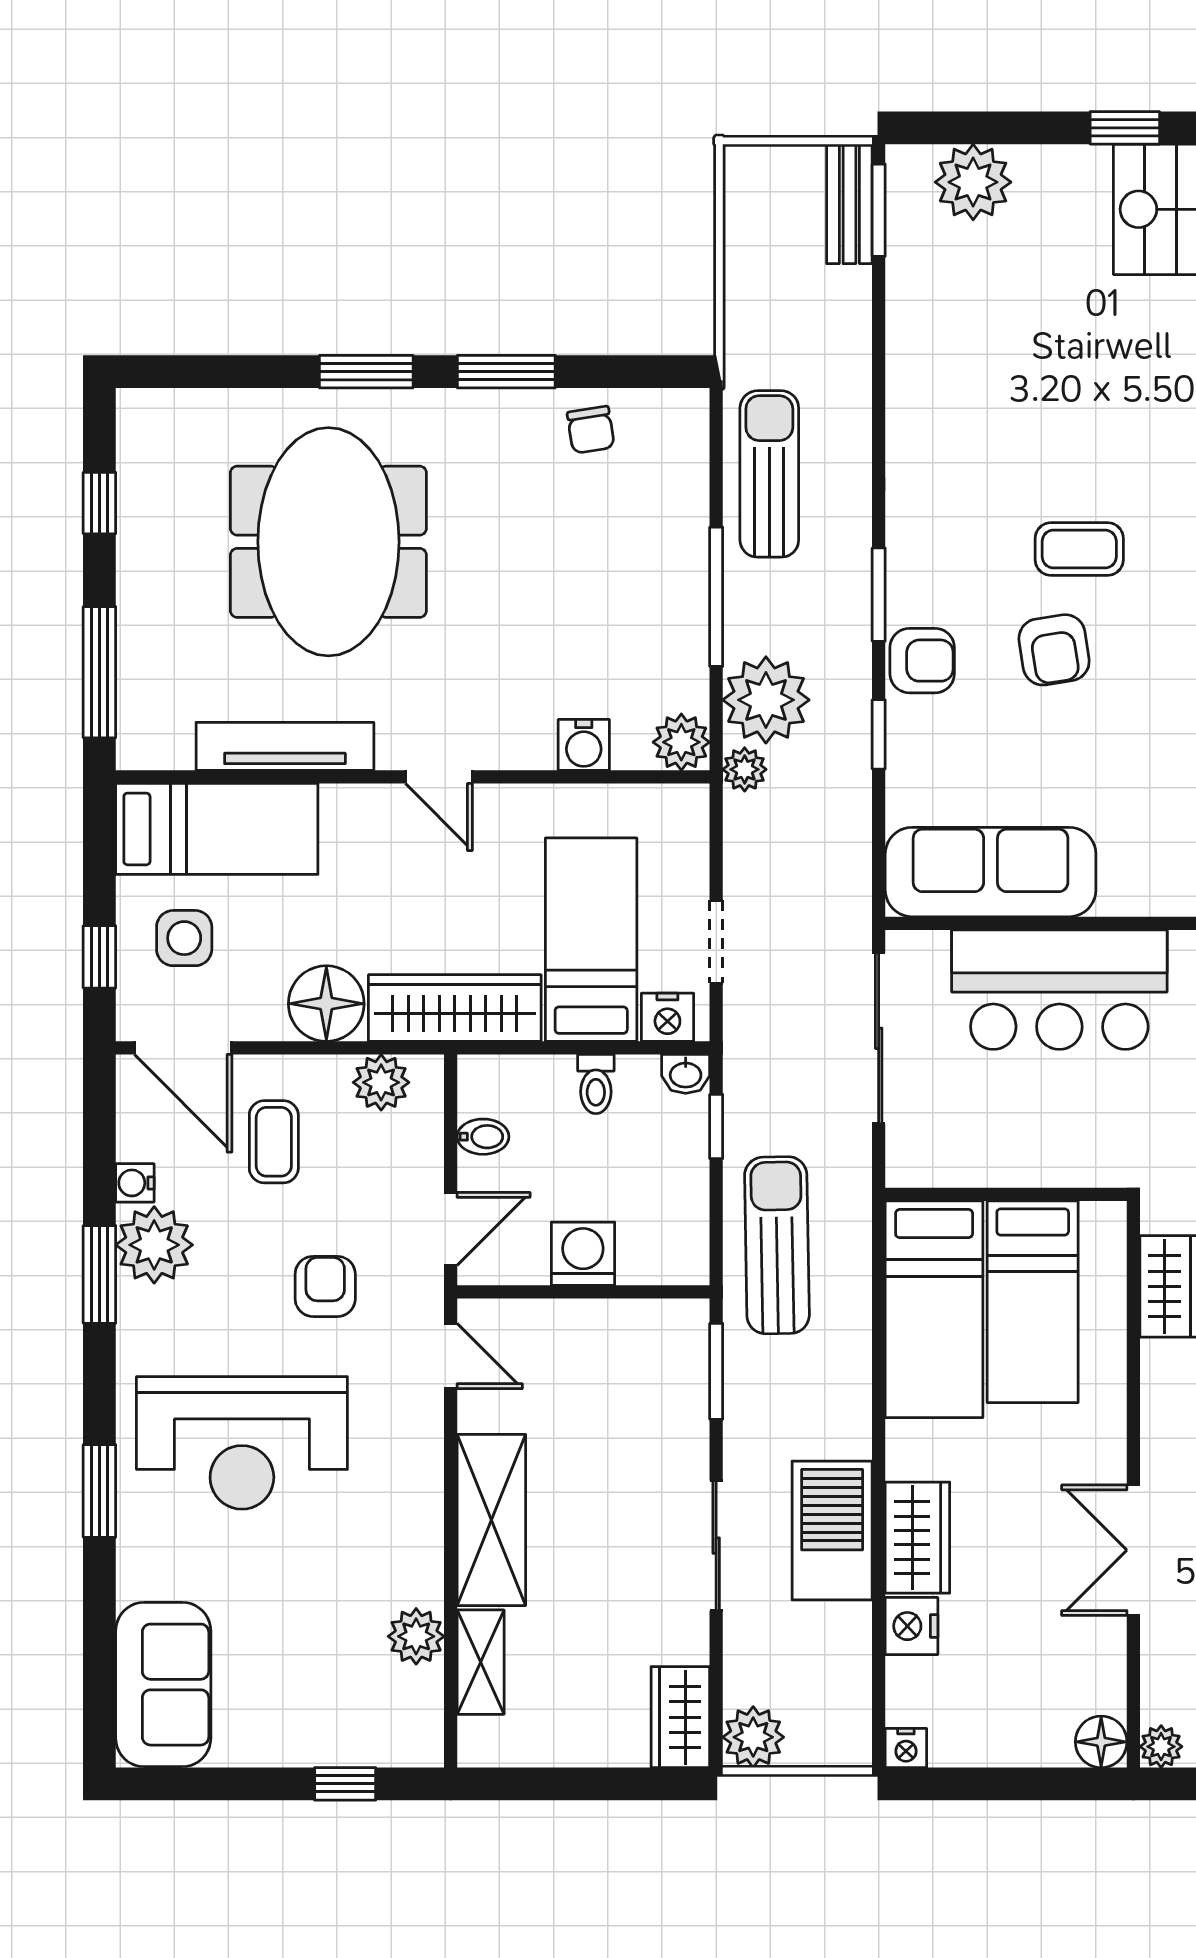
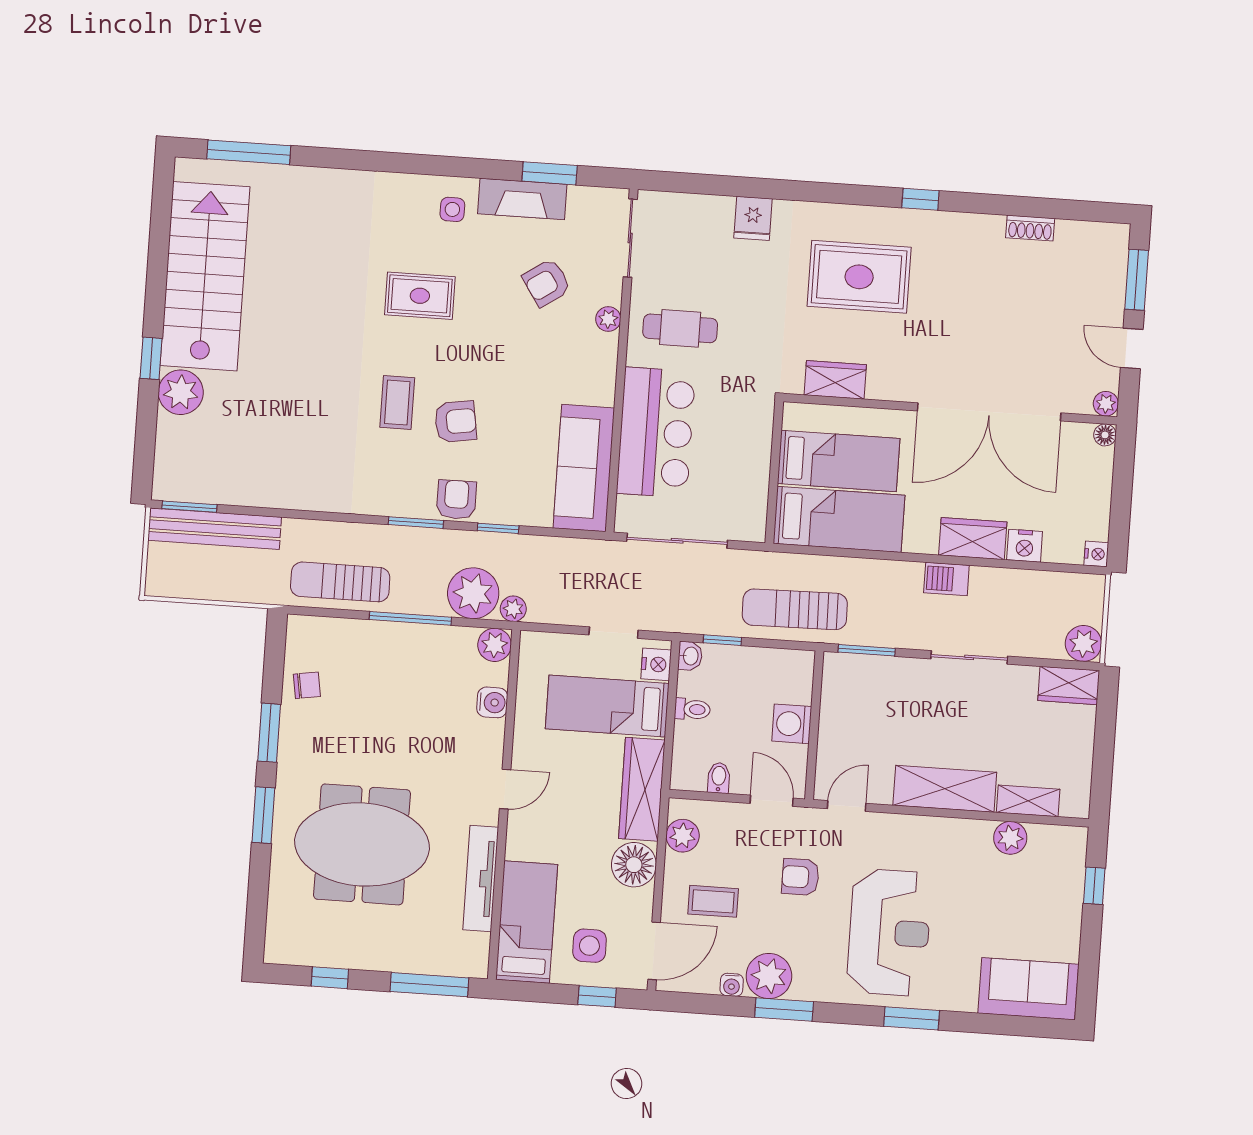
plant: (973, 182) -> (181, 392), moved
bench: (849, 204) -> (215, 529), width x1.86, depth x1.21
barbecue: (832, 1530) -> (946, 579), width x0.53, depth x0.65
double door: (1133, 1550) -> (989, 412), width x1.87
floor lamp: (1101, 1742) -> (1105, 435), width x0.73, depth x0.73

